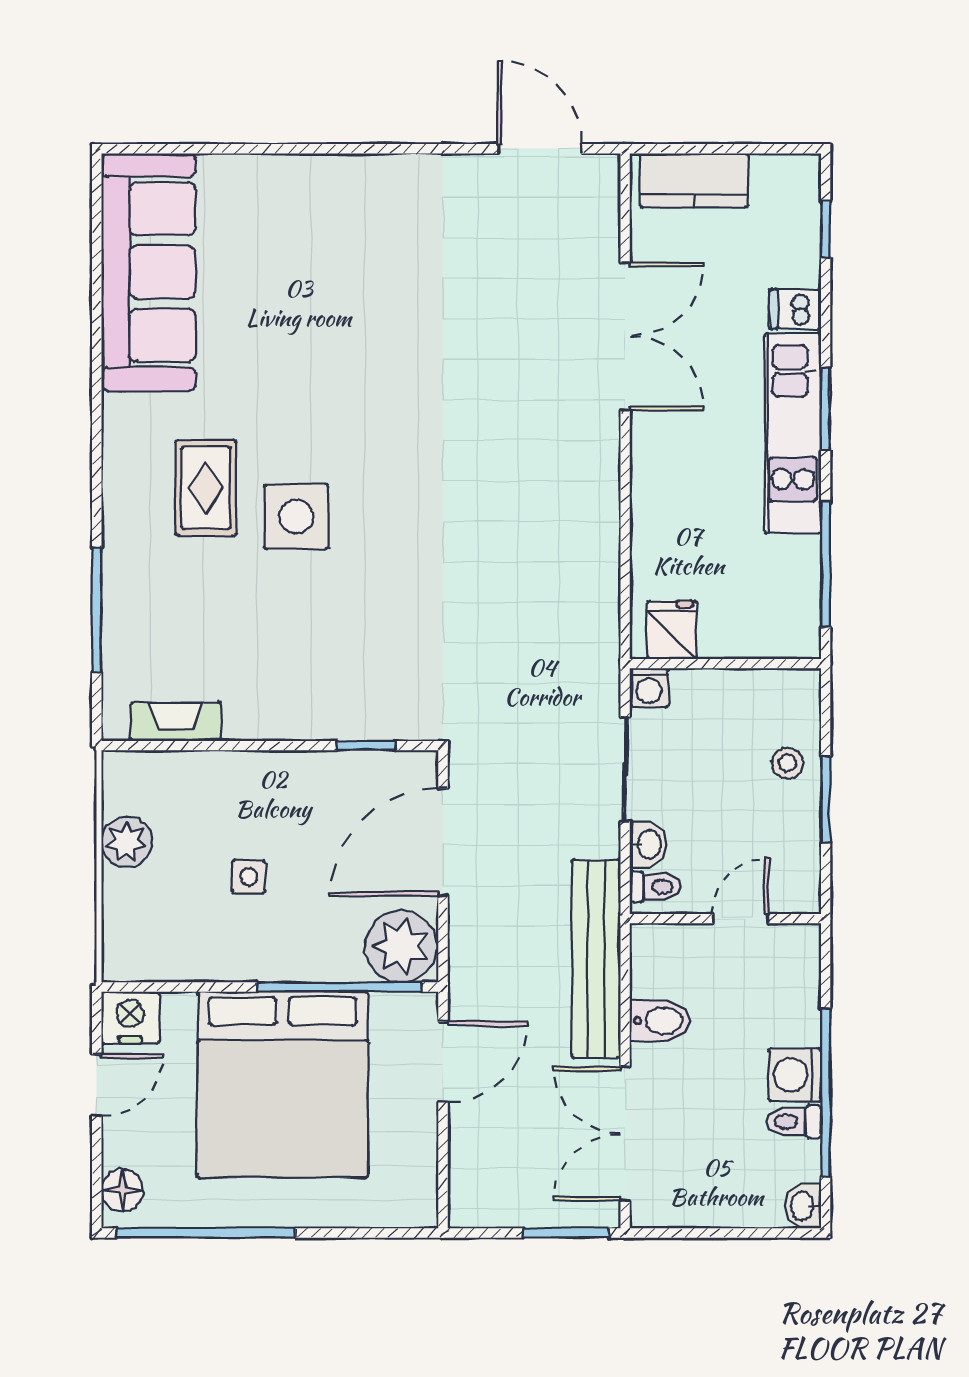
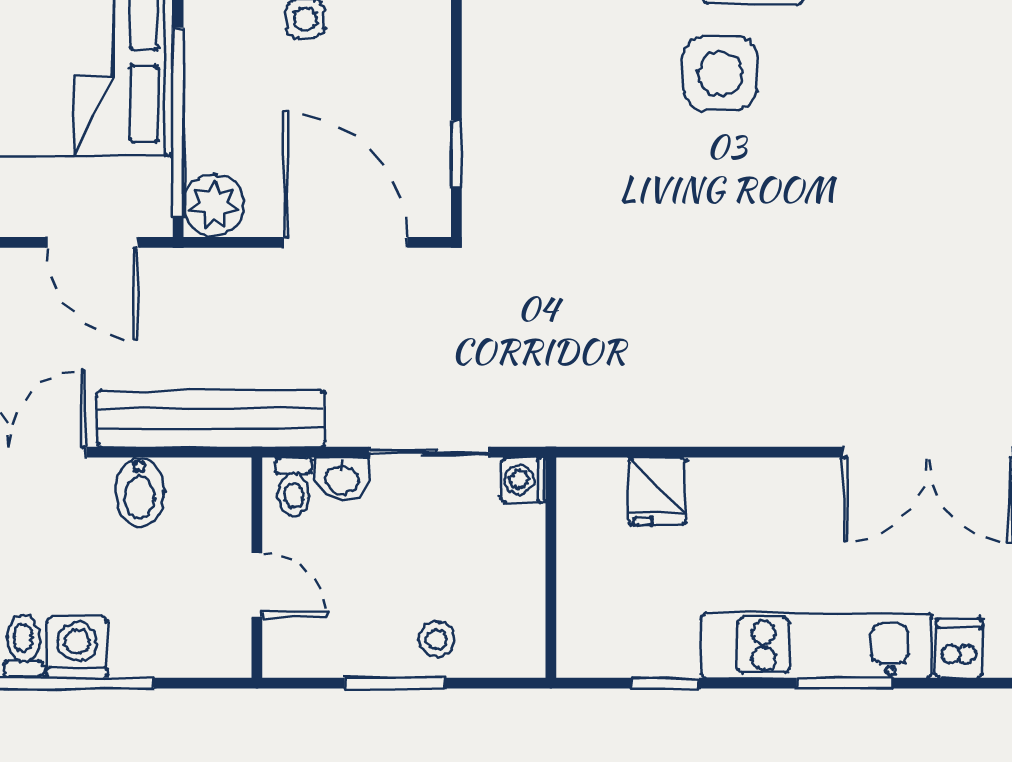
window: (826, 564) -> (665, 683), width x0.46
fridge: (672, 630) -> (658, 491), moved, turned 90
plant: (401, 946) -> (214, 205), width x0.73, depth x0.73

